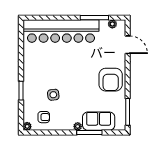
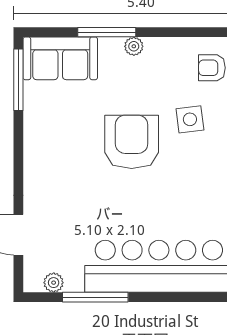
armchair: (111, 80) -> (132, 142), moved
sofa: (99, 121) -> (60, 58), moved

